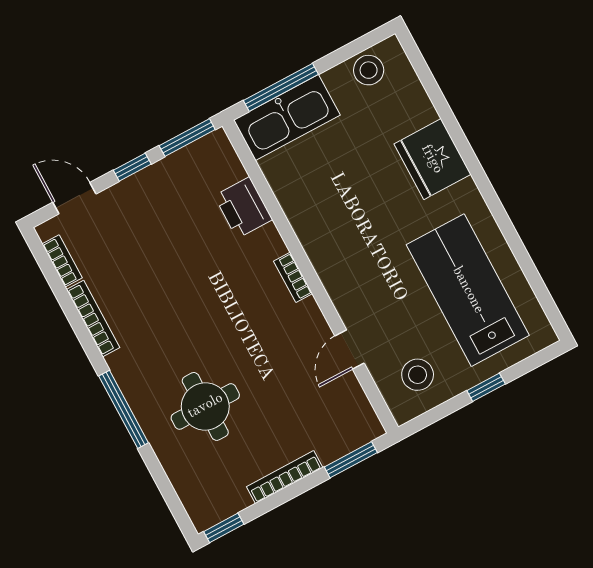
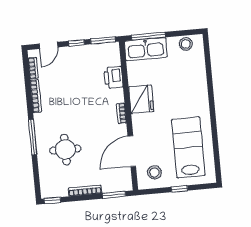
fridge: (432, 159) -> (141, 99), moved, turned 180
door: (74, 198) -> (48, 45), swing flipped
door: (349, 350) -> (132, 151), width x1.88

